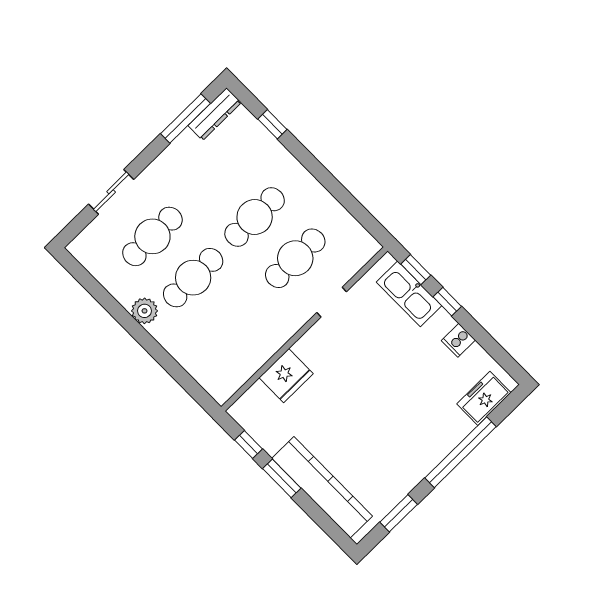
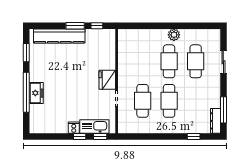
cooker: (458, 340) -> (74, 128), moved
fridge: (286, 376) -> (107, 80), moved
freezer: (484, 398) -> (36, 93), moved

